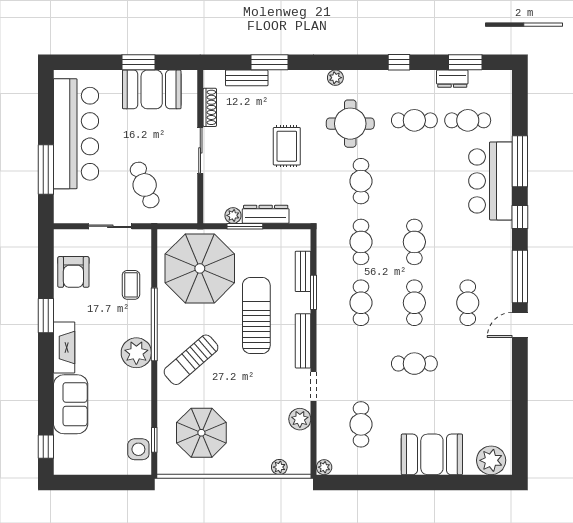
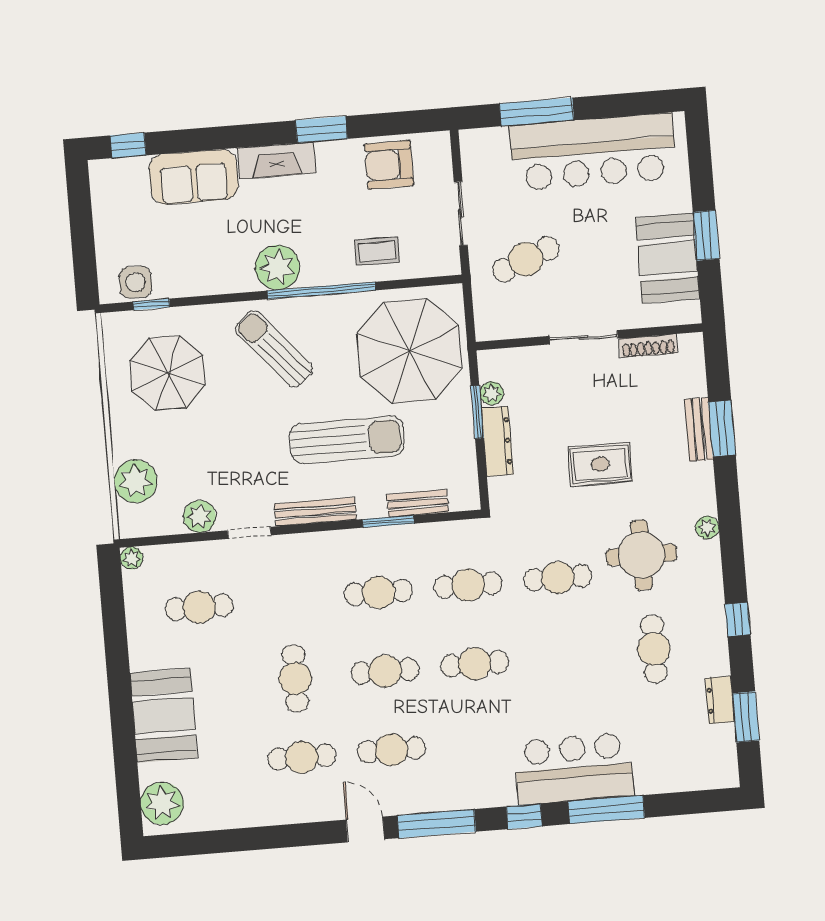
bench: (247, 78) -> (699, 429), moved
cafe table: (468, 120) -> (302, 757), moved, turned 90
plant: (279, 467) -> (136, 481), width x1.87, depth x1.87

